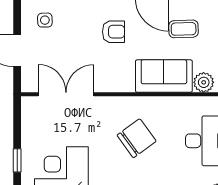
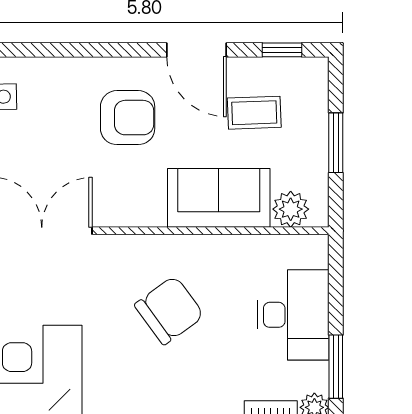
armchair: (113, 32) -> (128, 118), width x1.38, depth x1.38

